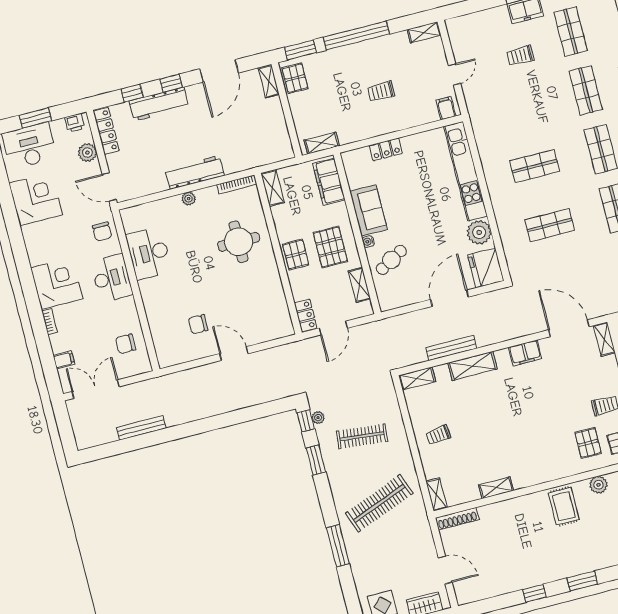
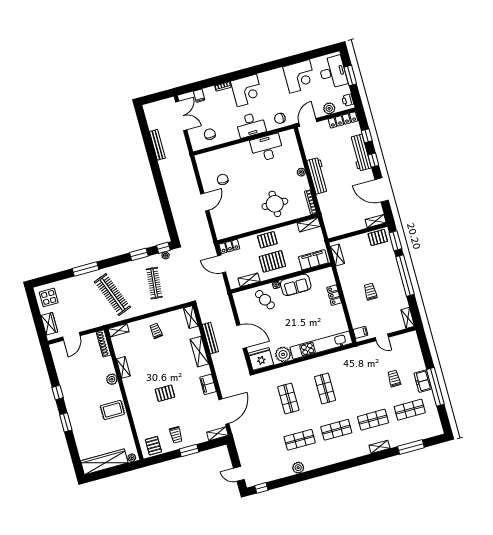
pallet: (588, 443) -> (165, 393), moved
plant: (599, 485) -> (112, 379), moved

